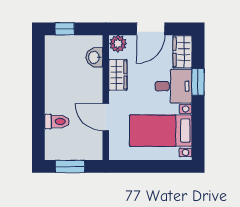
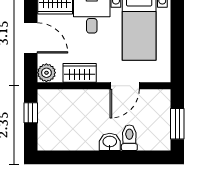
window: (65, 29) -> (31, 113), moved
washbasin: (94, 57) -> (110, 142), moved, turned 180

